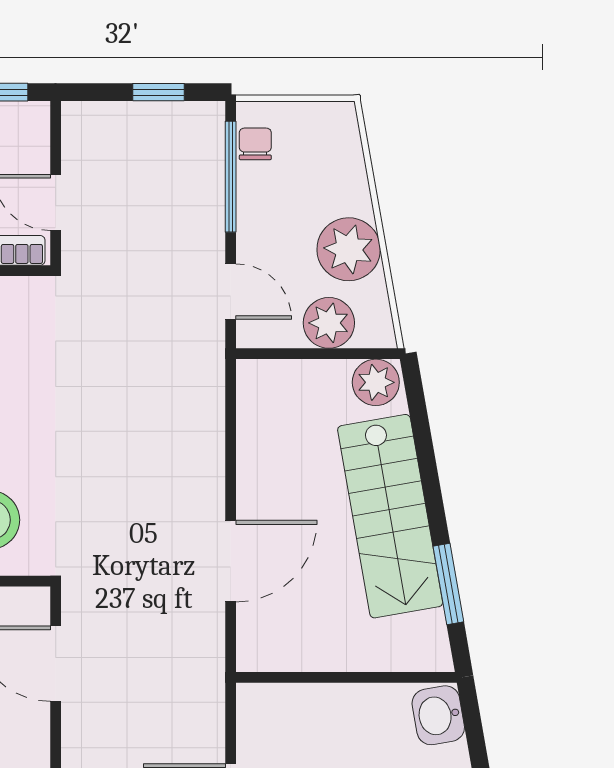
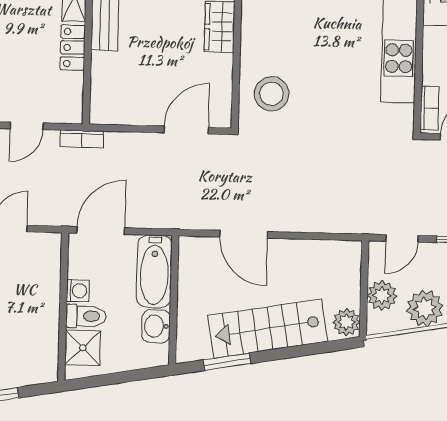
bathtub: (298, 712) -> (154, 271), added
washbasin: (438, 715) -> (156, 326), moved, turned -80

